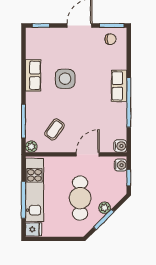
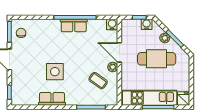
row of seats: (119, 86) -> (74, 25), moved
plant: (31, 147) -> (113, 67), moved
water cooler: (121, 165) -> (147, 24), moved

